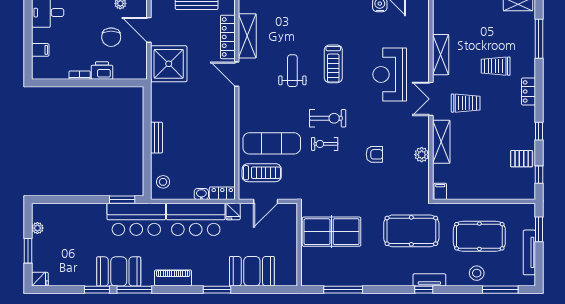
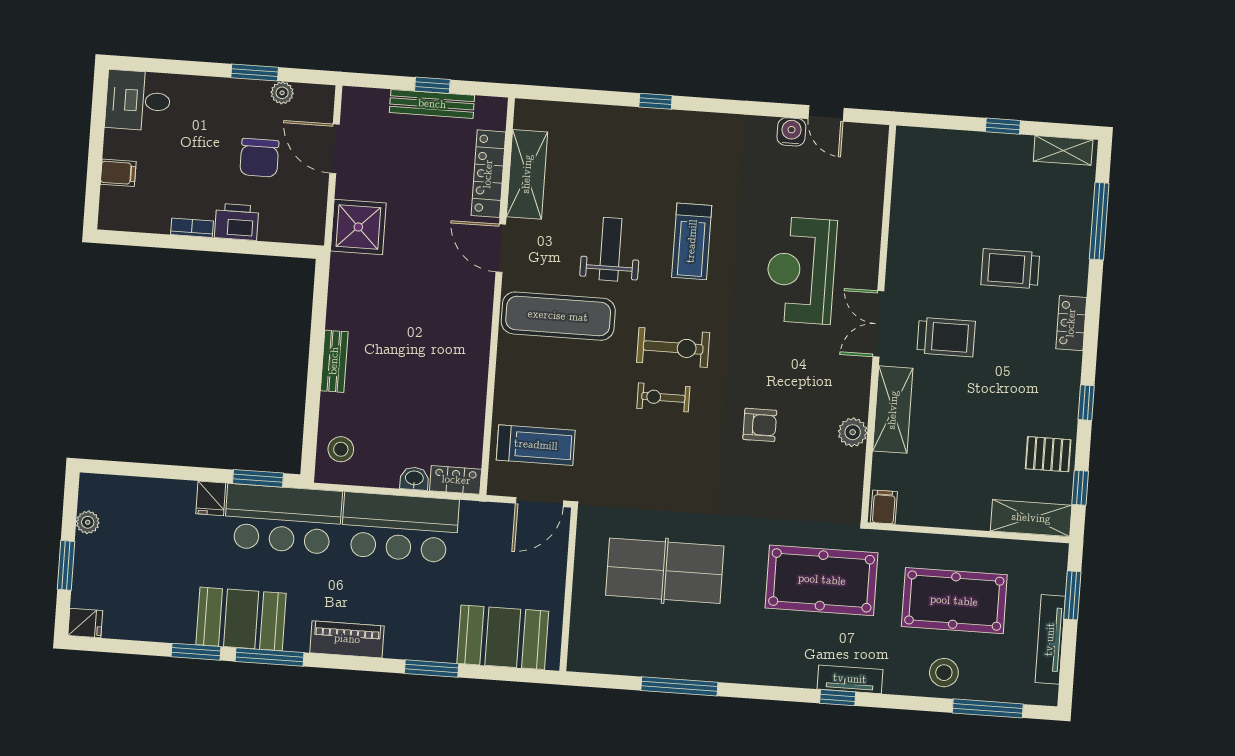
shelving: (441, 55) -> (1031, 518), moved, turned 90
shower: (169, 64) -> (358, 227), width x0.73, depth x0.73
exercise mat: (272, 143) -> (558, 316), moved
fridge: (233, 211) -> (211, 498), moved
wall: (299, 245) -> (569, 589), moved

